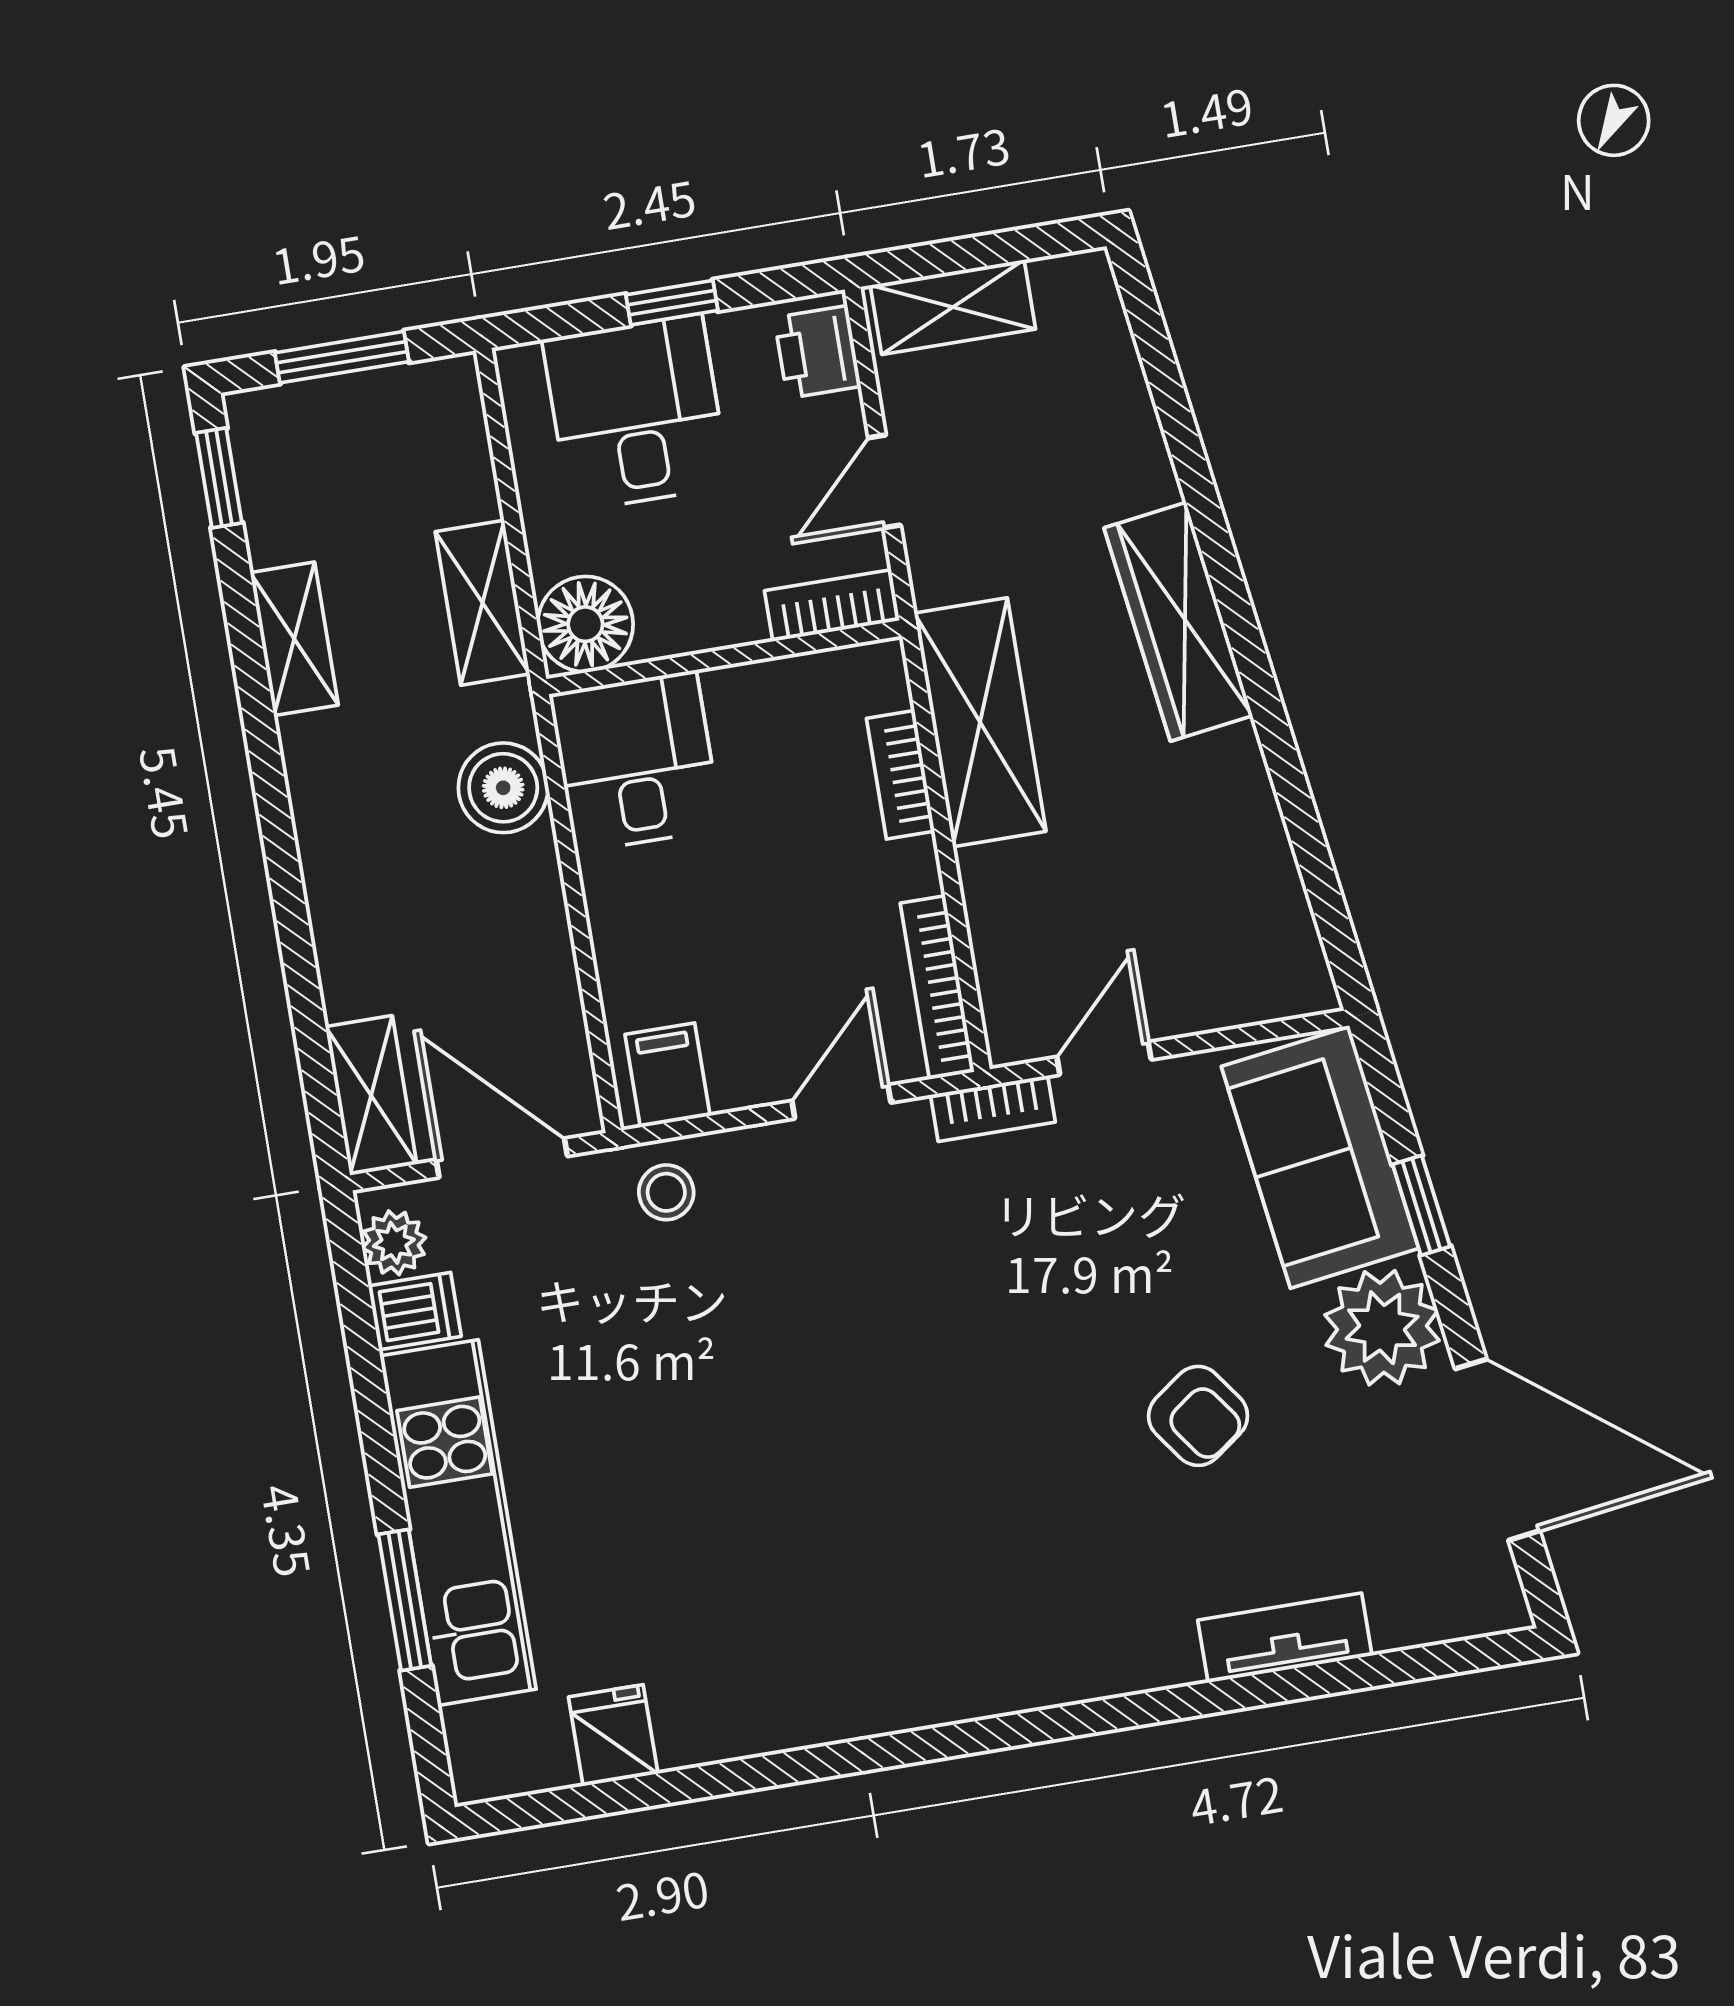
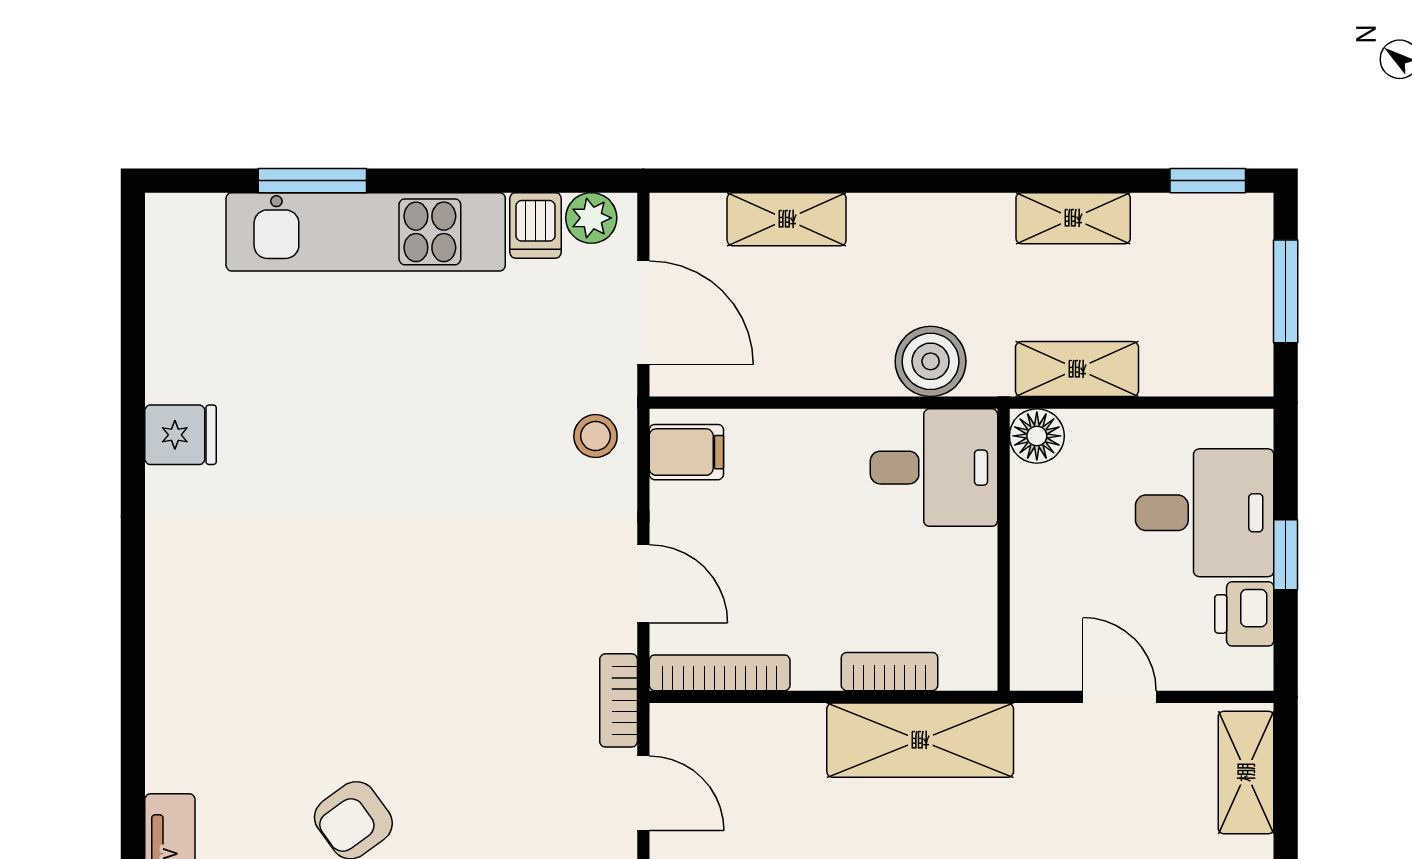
printer: (817, 352) -> (1244, 614), moved, turned -90
bookcase: (832, 606) -> (1030, 640), removed
floor lamp: (585, 624) -> (1037, 436), width x0.73, depth x0.73
shelving: (371, 1095) -> (787, 219), moved
door: (502, 1158) -> (643, 313), hinge flipped
fridge: (613, 1735) -> (181, 435), moved

